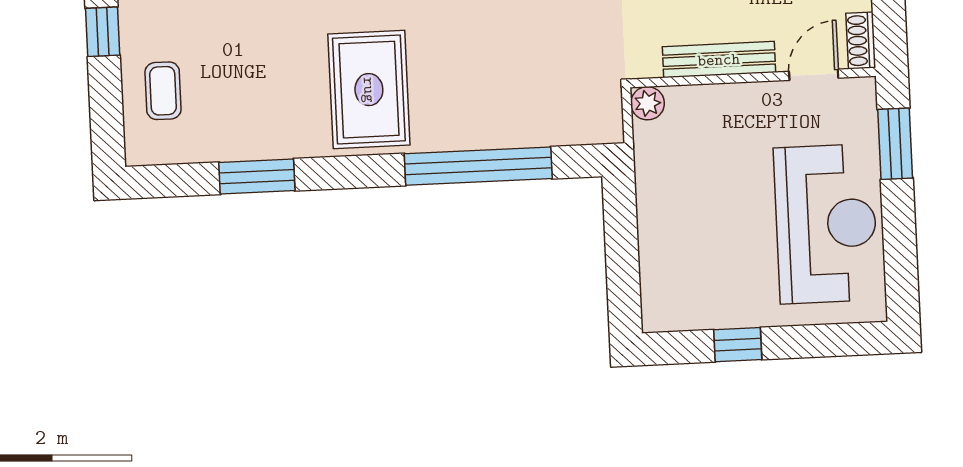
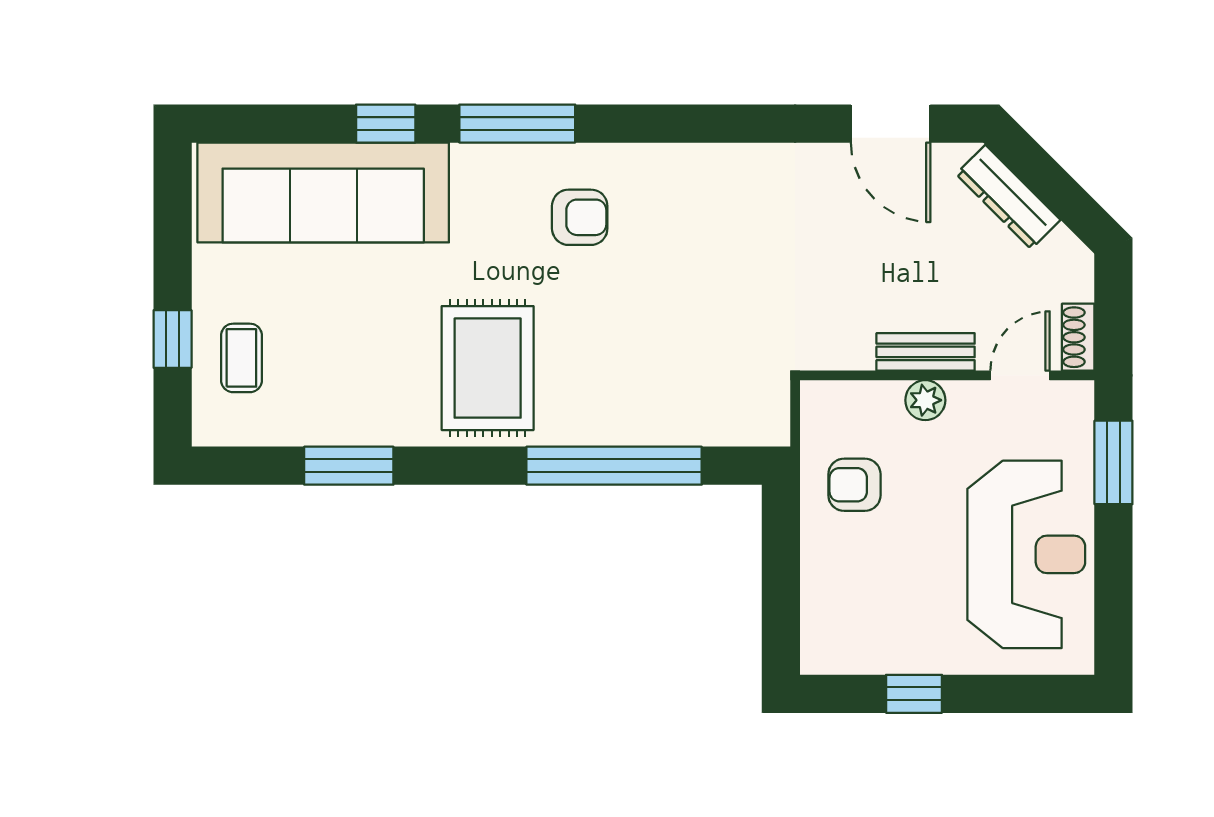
window: (103, 32) -> (173, 339), moved
bench: (719, 60) -> (926, 352), width x0.73
plant: (648, 103) -> (925, 400), moved
armchair: (680, 173) -> (854, 485), added

